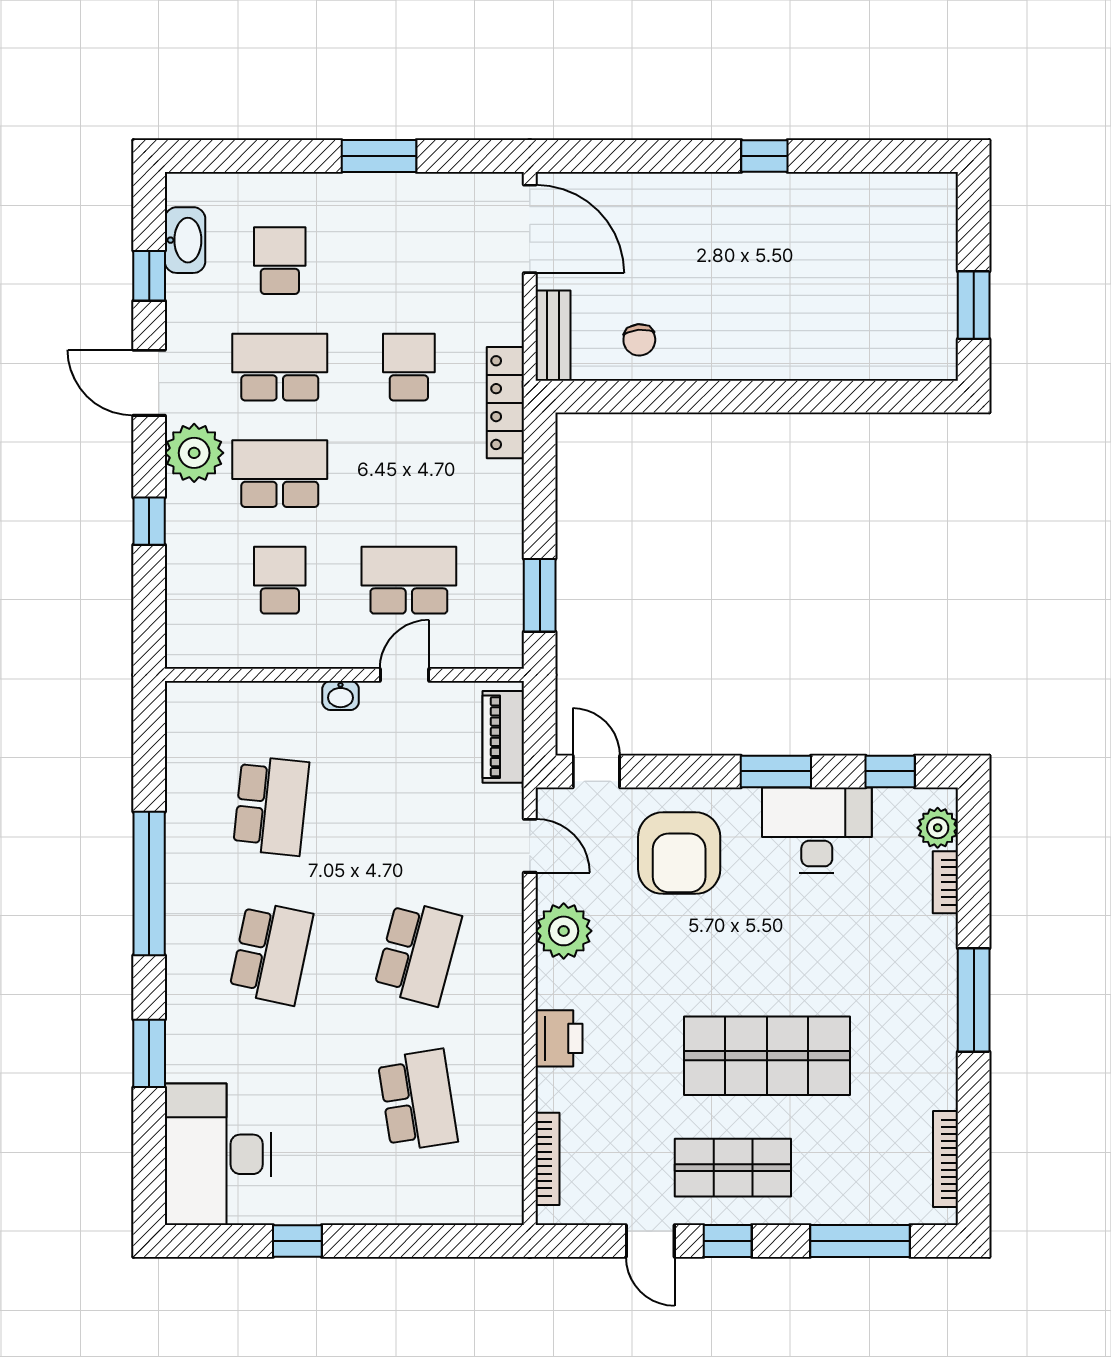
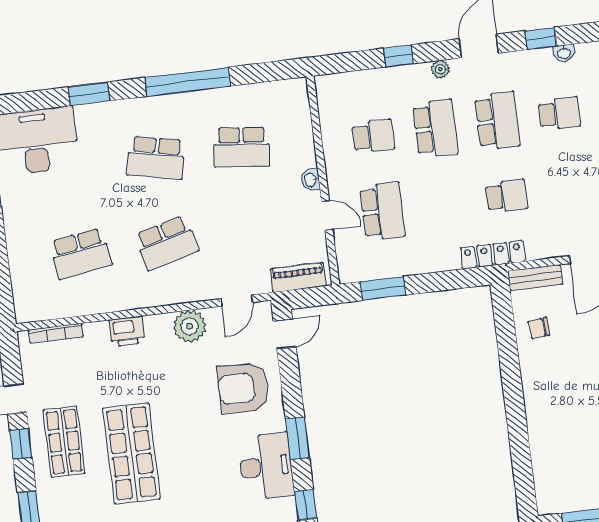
washbasin: (185, 240) -> (564, 53), width x0.52, depth x0.69
plant: (194, 453) -> (440, 69), width x0.53, depth x0.53
school desk: (418, 953) -> (166, 243), turned -30

